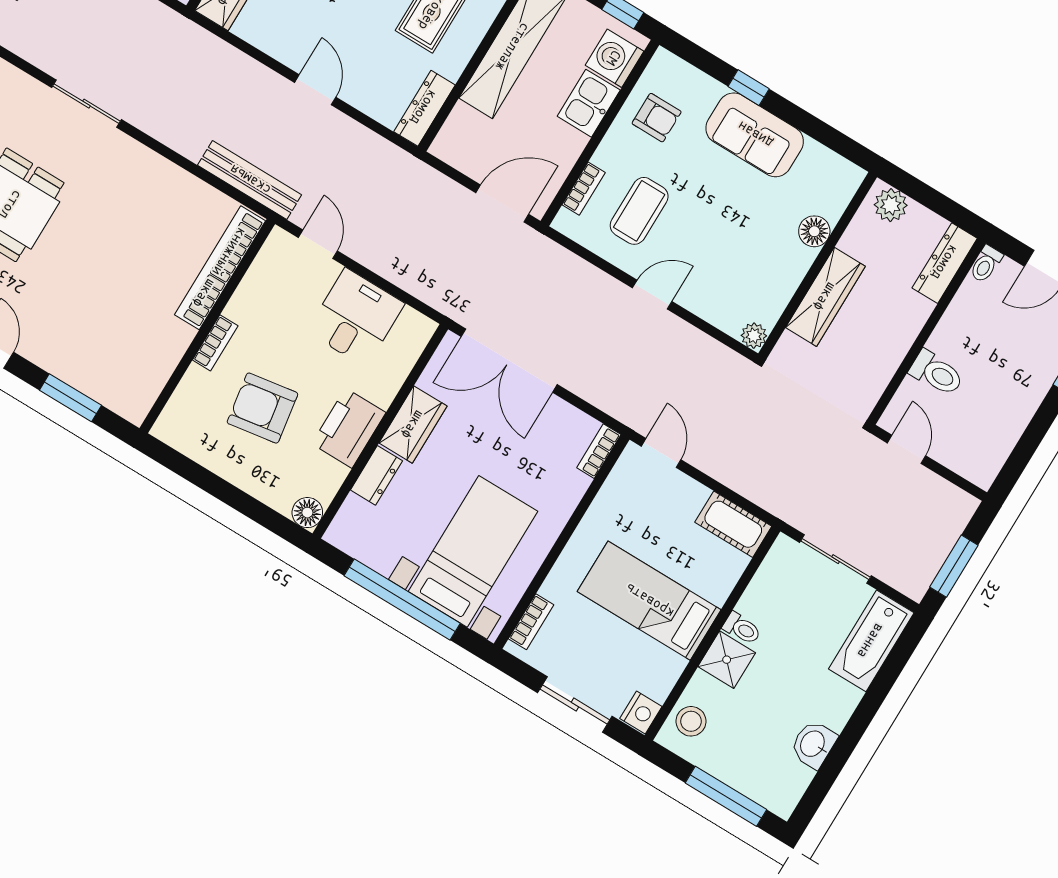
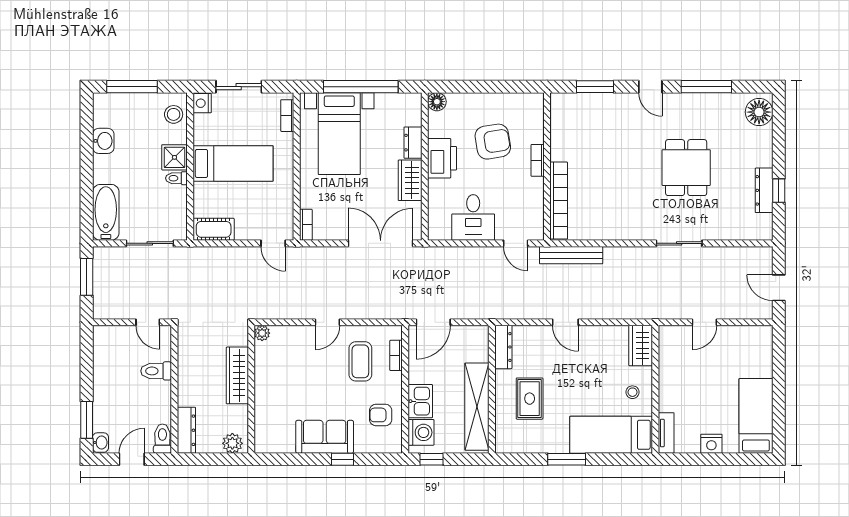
floor lamp: (814, 231) -> (264, 406), removed
toilet: (986, 264) -> (162, 439), width x1.37, depth x1.39

